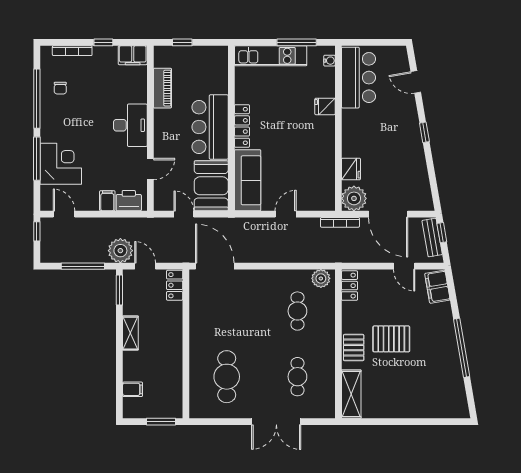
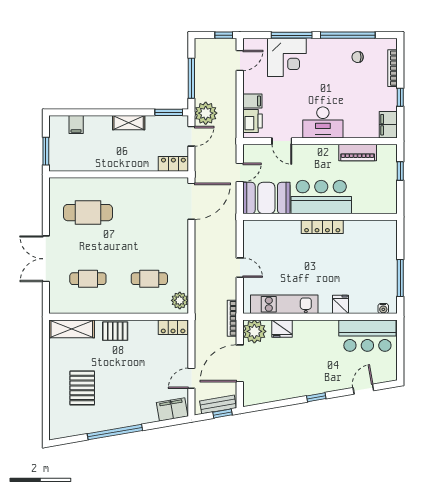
kitchen unit: (271, 56) -> (284, 304), moved, turned 90
sofa: (248, 180) -> (271, 232), removed
pallet: (391, 339) -> (82, 388), moved

